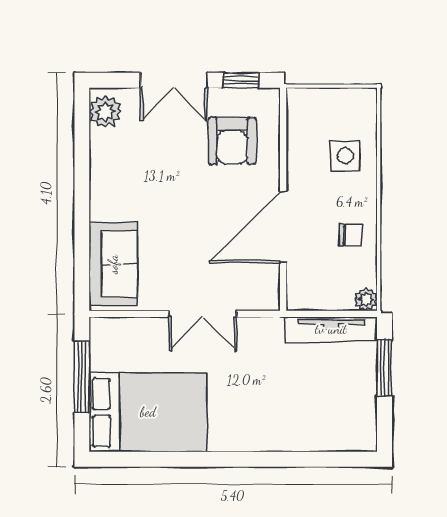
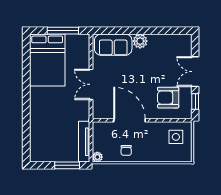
plant: (105, 112) -> (140, 41), moved
side table: (345, 156) -> (176, 137), moved

